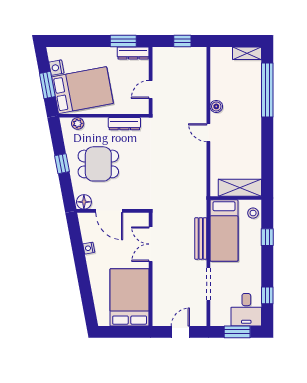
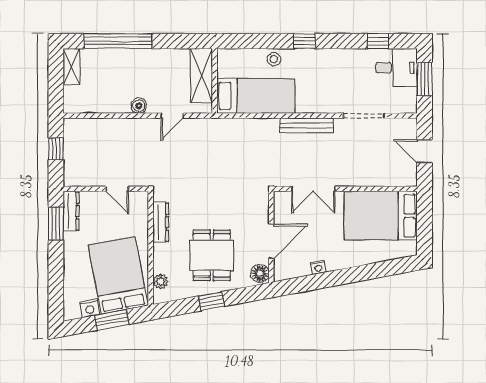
shelving: (240, 188) -> (201, 76), moved
wall: (236, 198) -> (215, 81), moved
bed: (224, 230) -> (256, 96), moved

